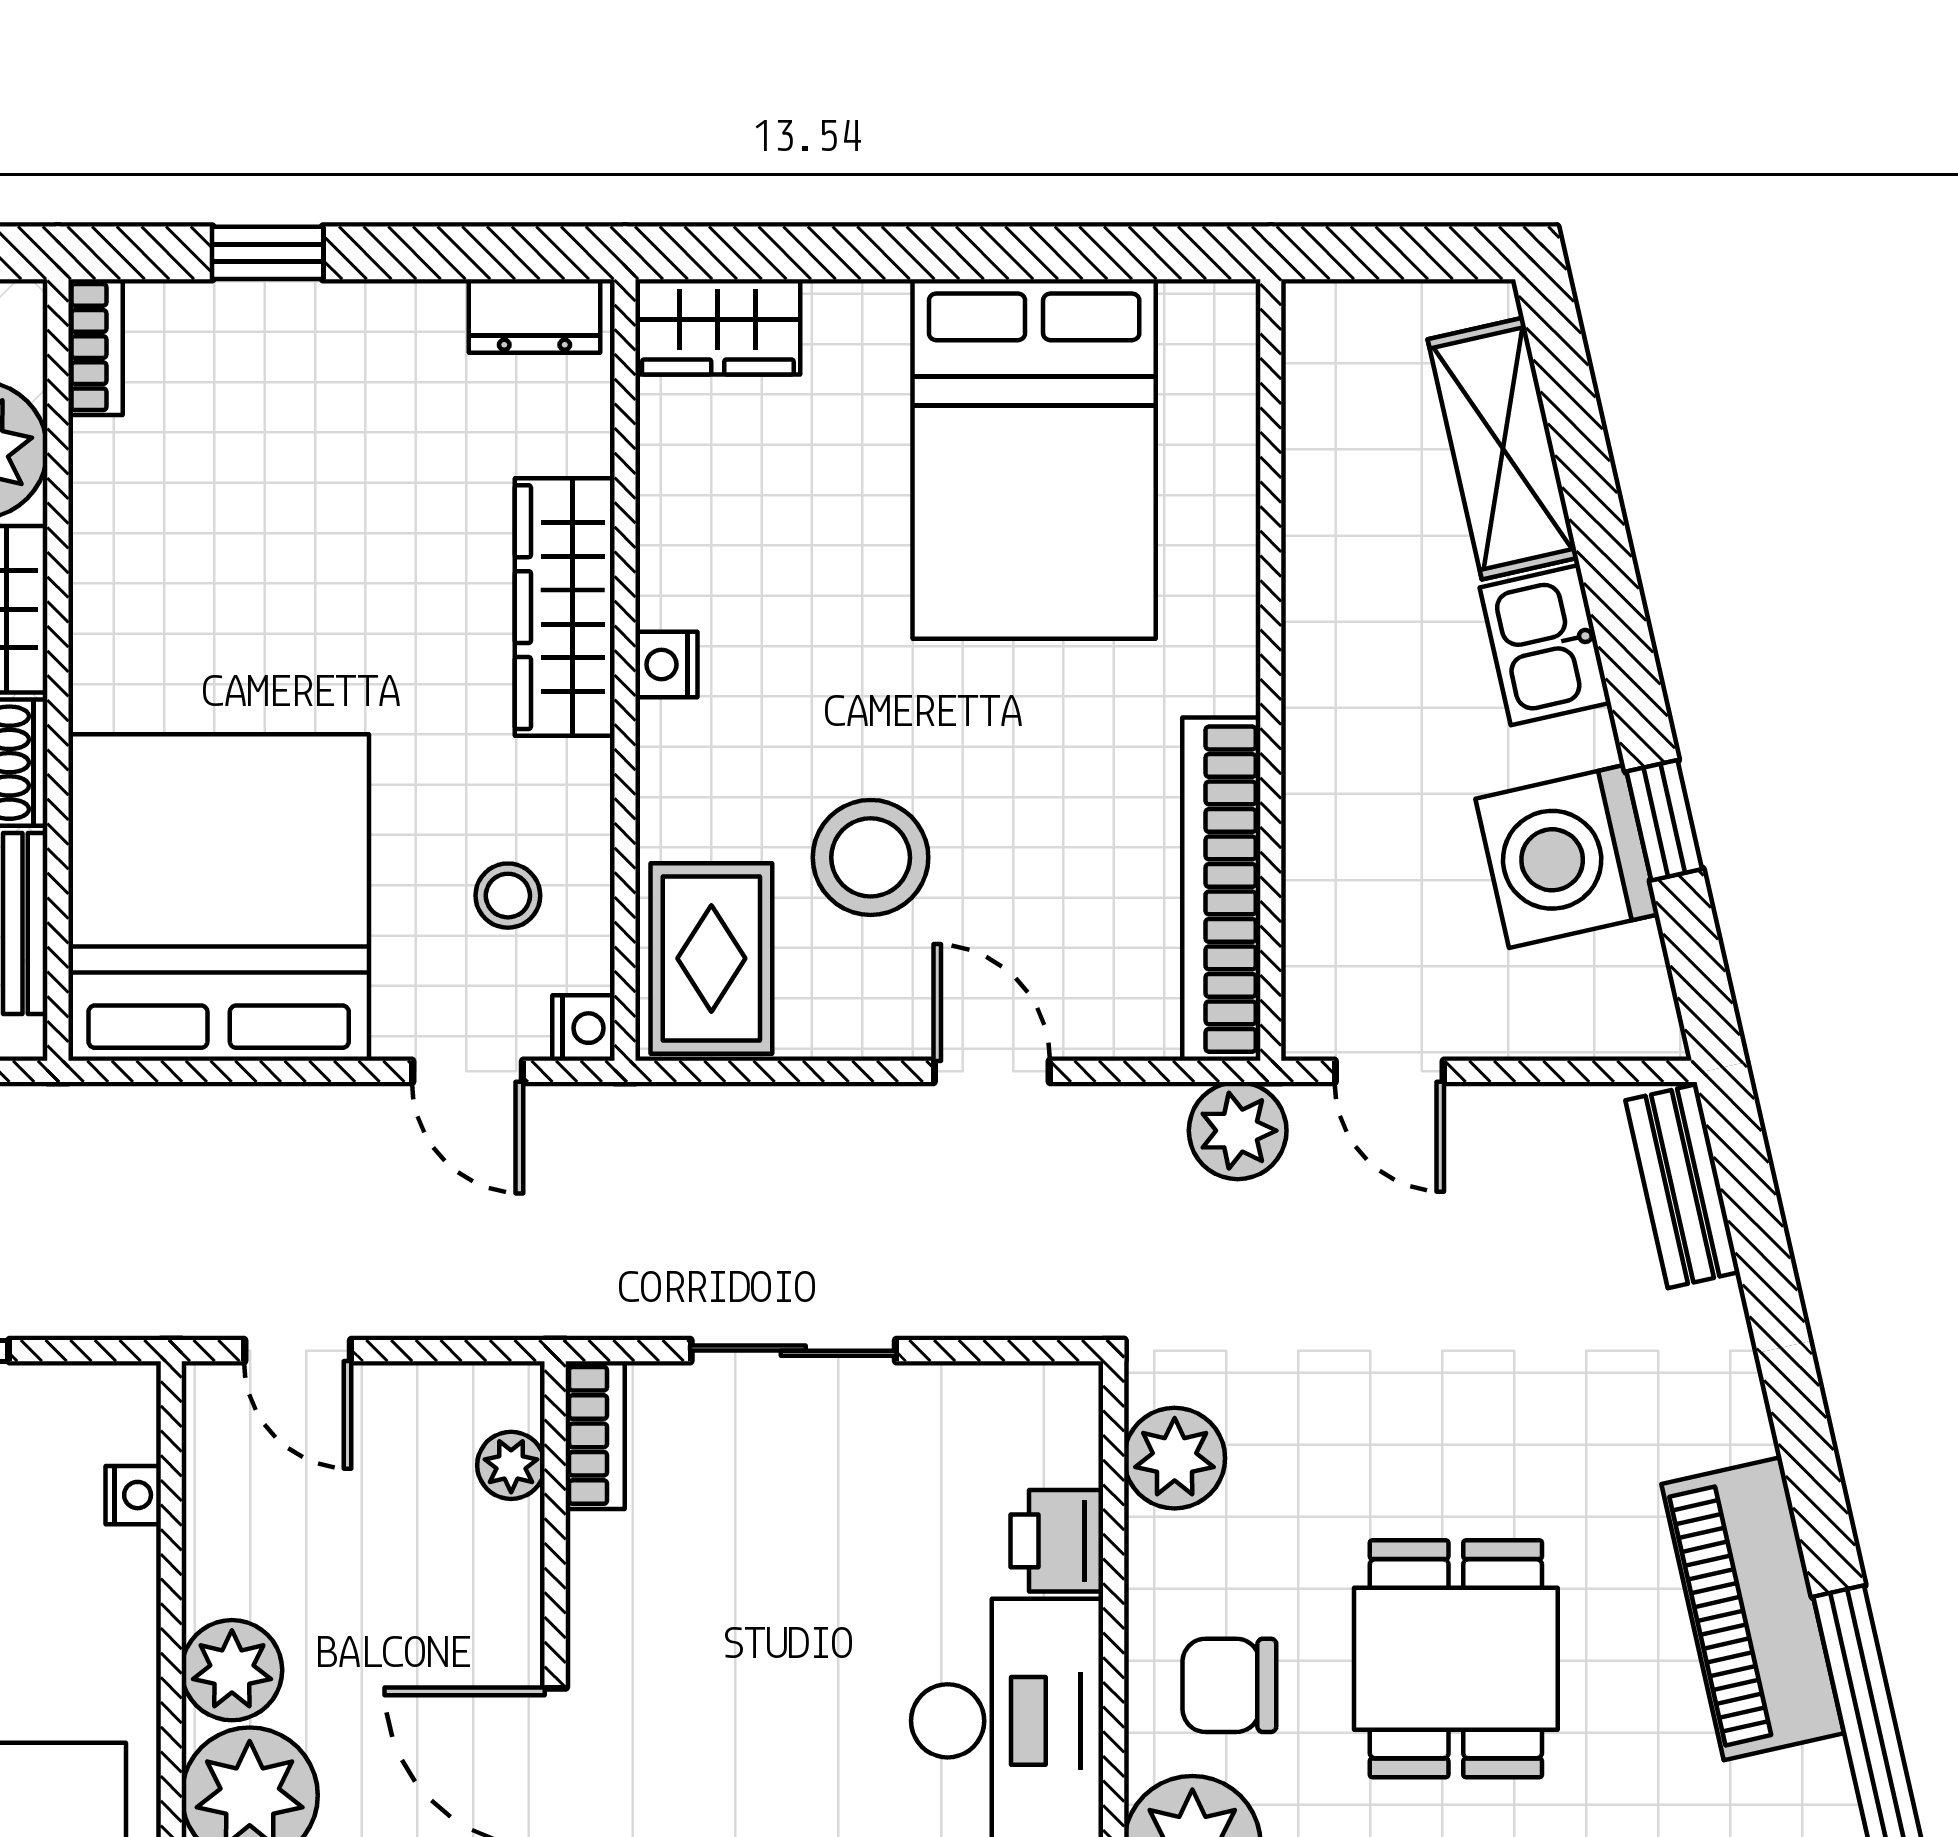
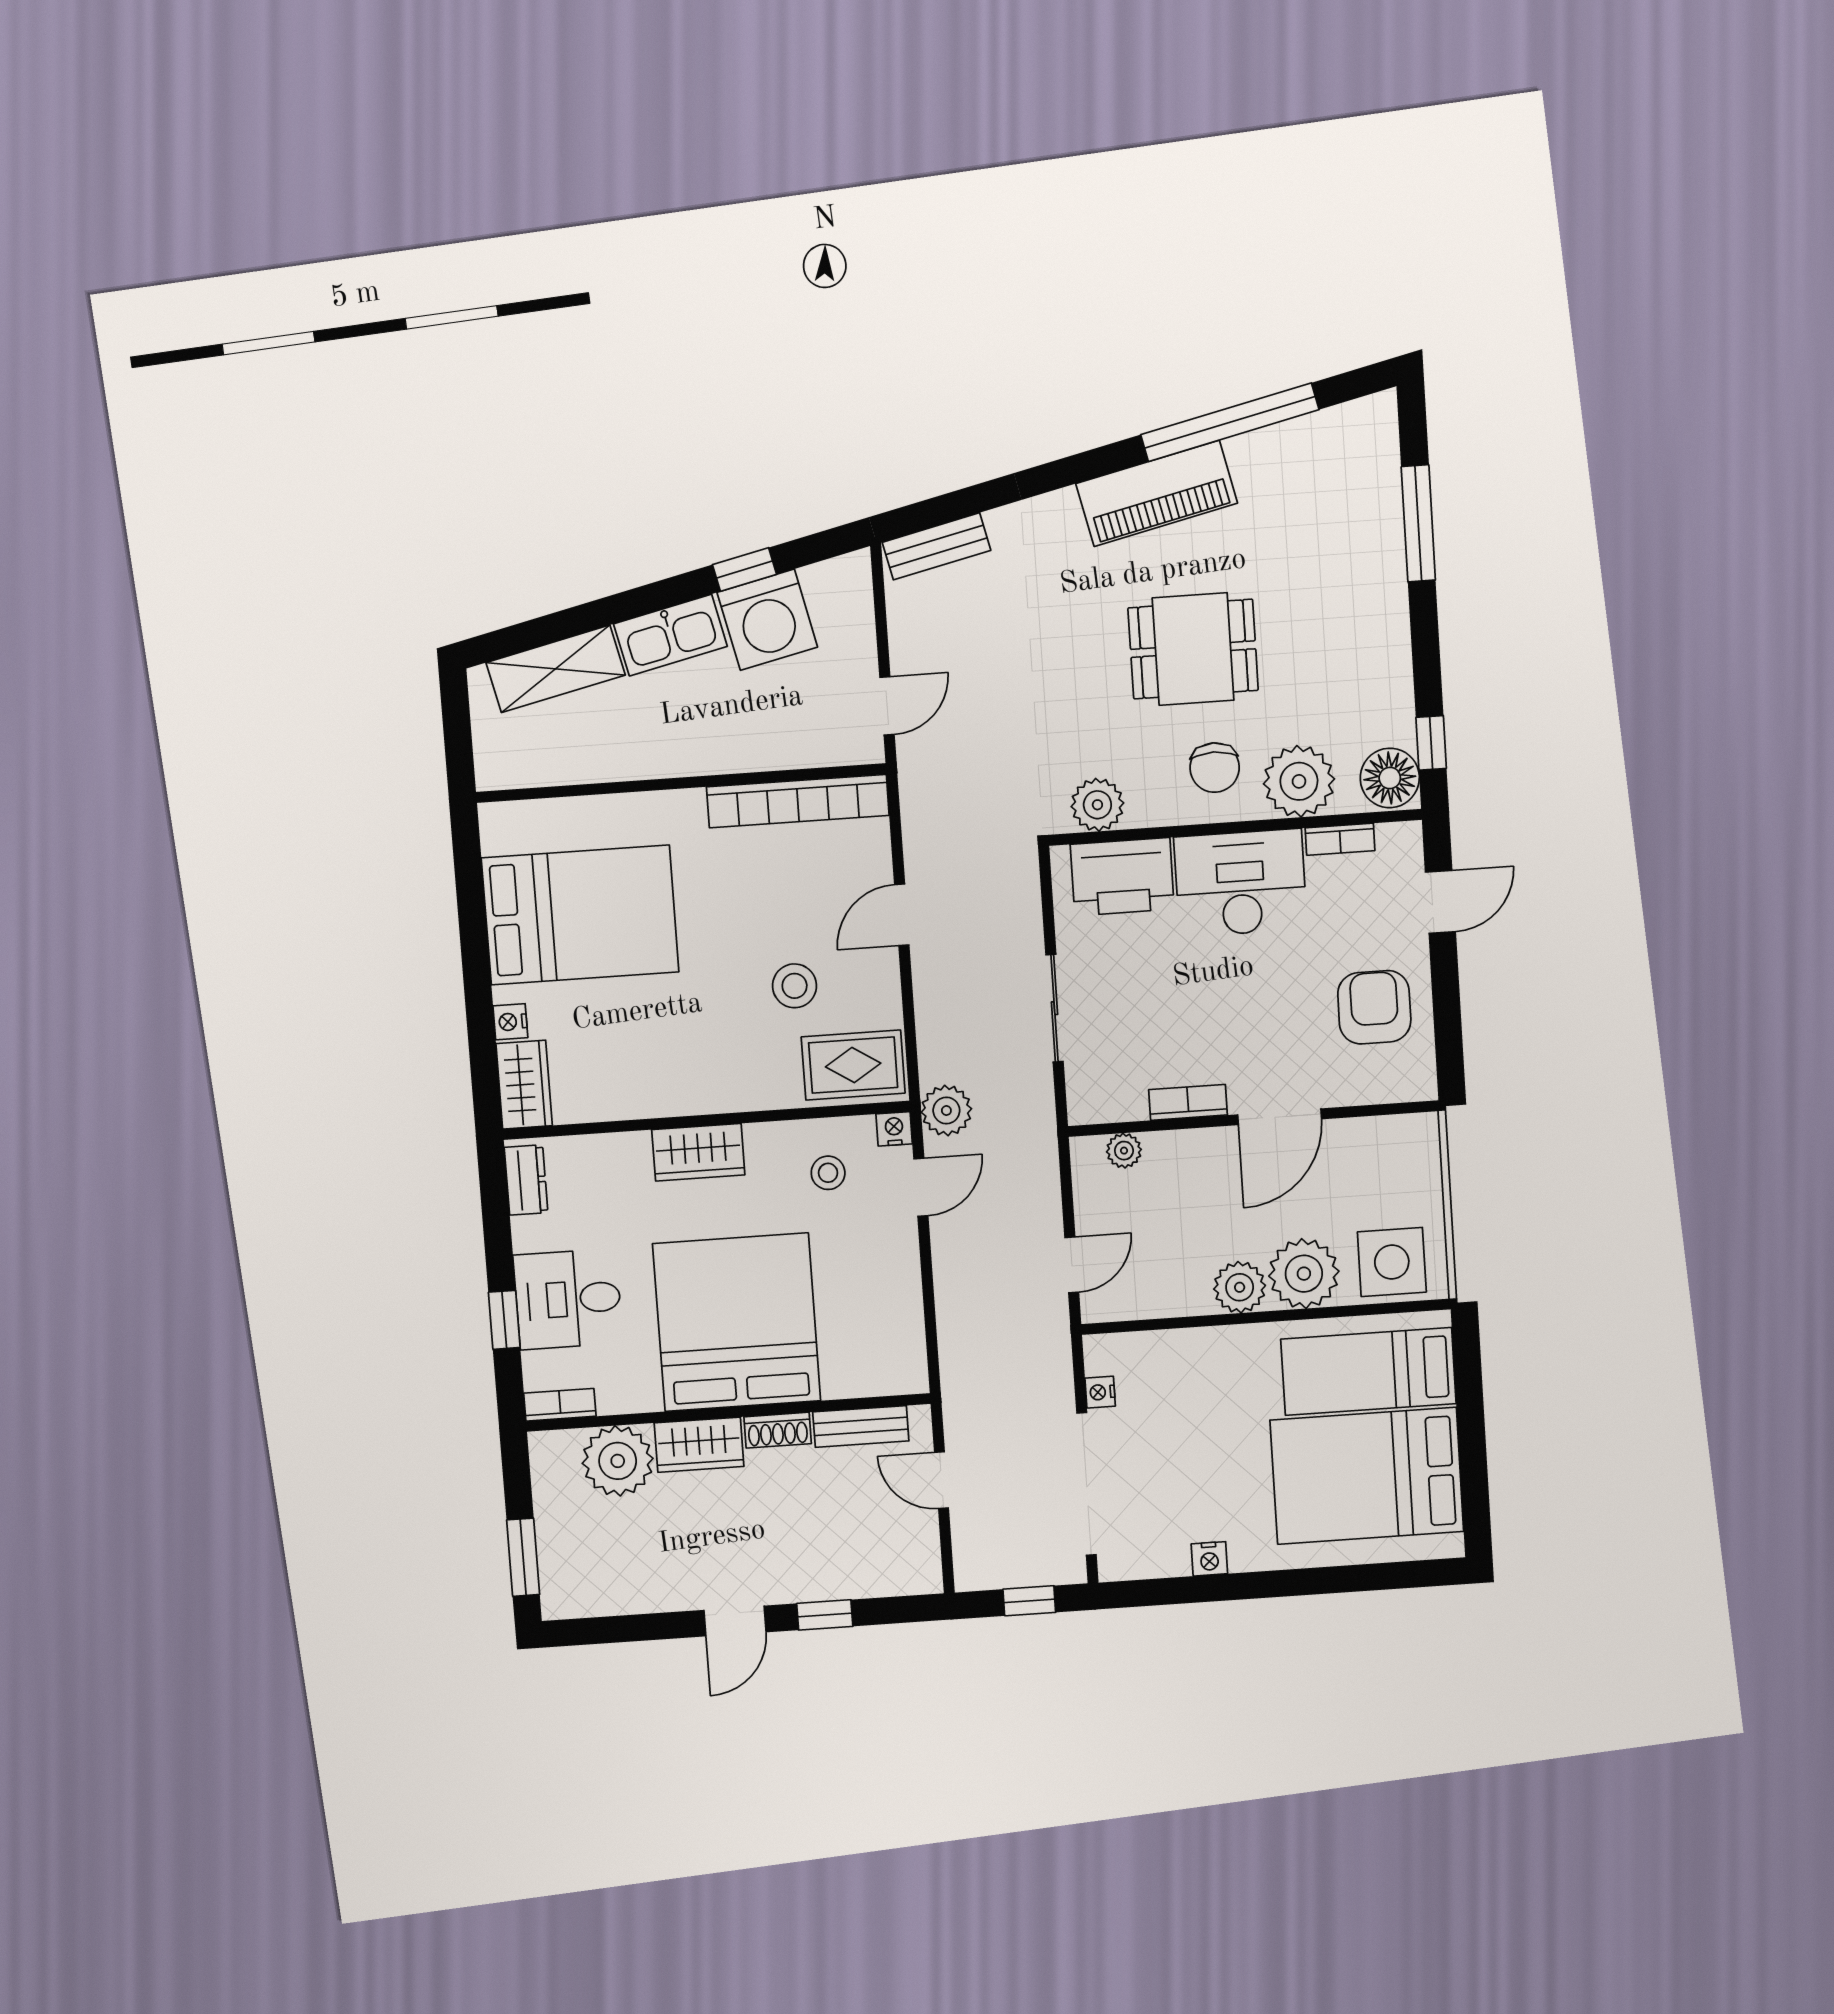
desk: (299, 379) -> (568, 1299), added
wardrobe: (565, 607) -> (698, 1152), width x0.67
kitchen sink: (1545, 645) -> (670, 635), width x1.38
nightstand: (666, 665) -> (510, 1022), moved, turned 90
stool: (871, 857) -> (795, 986), width x0.73, depth x0.73
bed: (219, 898) -> (737, 1322), moved, turned 90
plant: (1238, 1131) -> (946, 1111), moved
bookcase: (595, 1435) -> (1188, 1102), moved
nightstand: (133, 1495) -> (1100, 1392), moved, turned -90
printer: (1057, 1541) -> (1122, 877), width x1.87, depth x1.48

